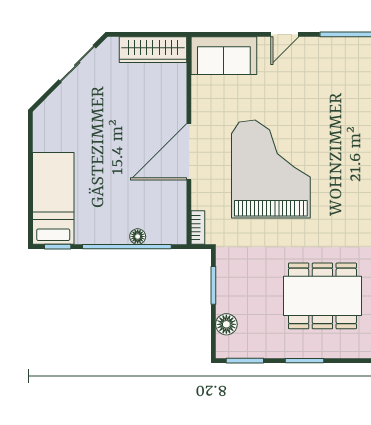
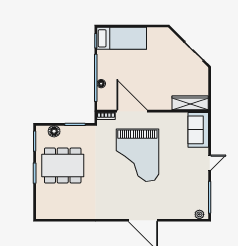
door: (285, 34) -> (210, 163), swing flipped
wardrobe: (153, 50) -> (190, 103), moved, turned 90
door: (189, 152) -> (132, 111), moved
grand piano: (271, 169) -> (137, 155), turned 90
dining table: (322, 296) -> (63, 166), moved, turned 90

